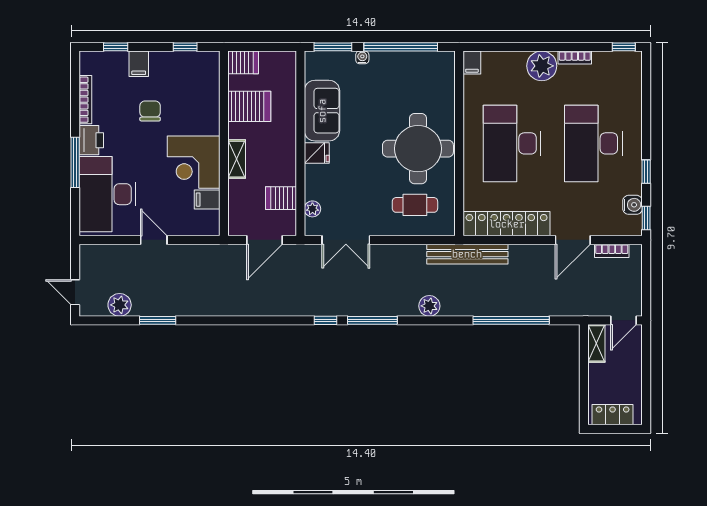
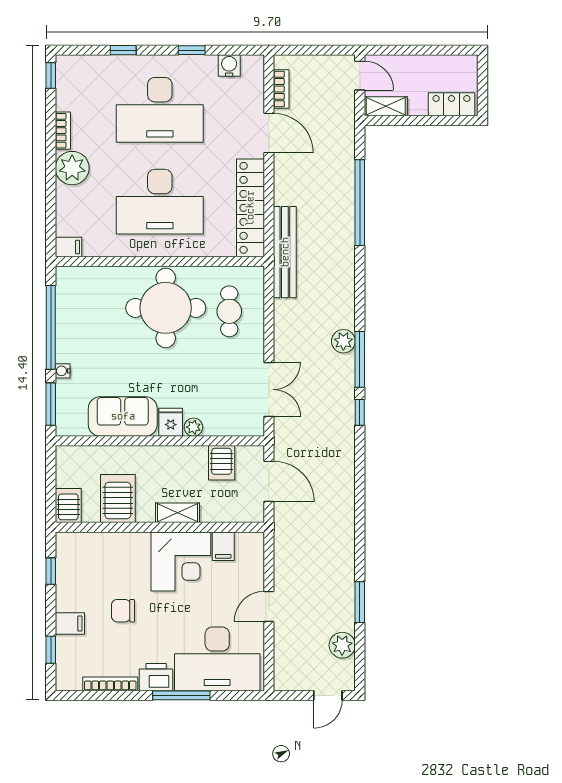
plant: (312, 209) -> (193, 427), moved
window: (646, 218) -> (123, 50), moved
plant: (429, 306) -> (343, 341), moved
locker: (613, 415) -> (451, 104), moved, turned 90

